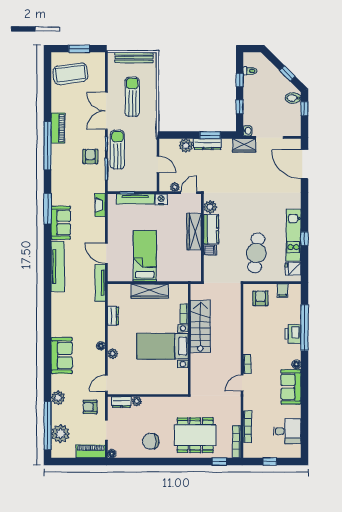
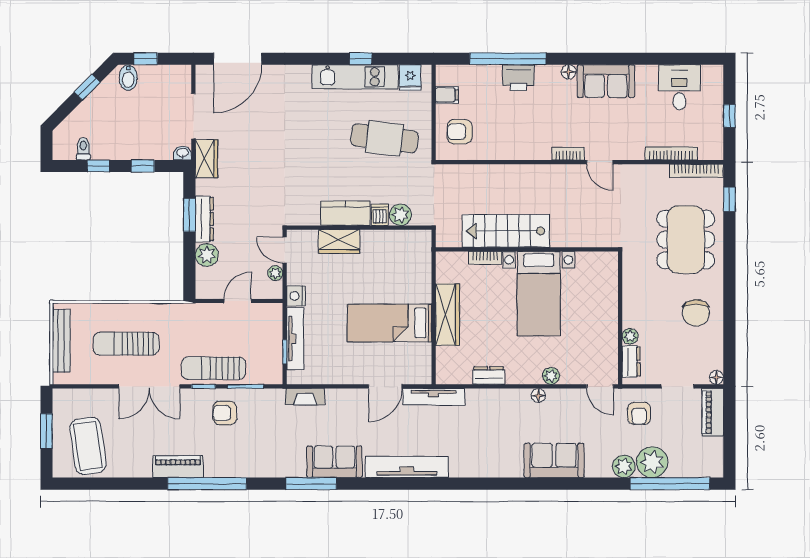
plant: (210, 207) -> (400, 215), moved
wardrobe: (194, 232) -> (339, 241), width x0.67
plant: (61, 434) -> (652, 462), moved

